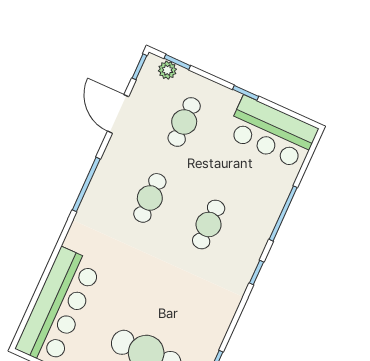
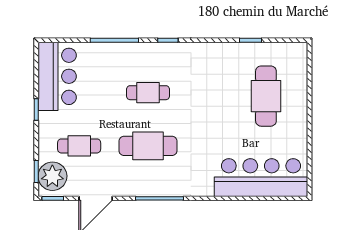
plant: (167, 70) -> (52, 176), width x1.88, depth x1.88
cafe table: (150, 198) -> (148, 146), width x1.37, depth x1.35

